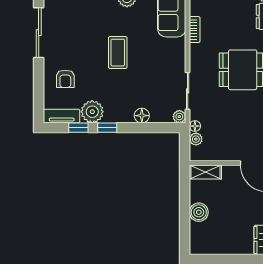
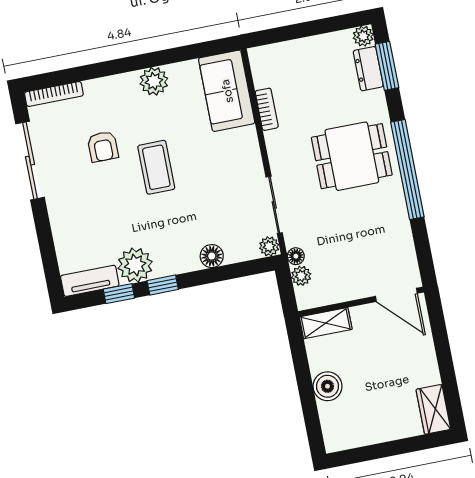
armchair: (65, 79) -> (103, 147), moved

